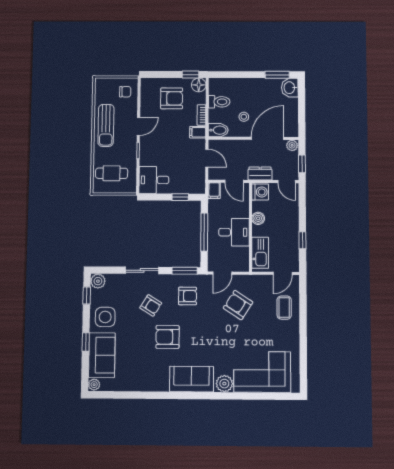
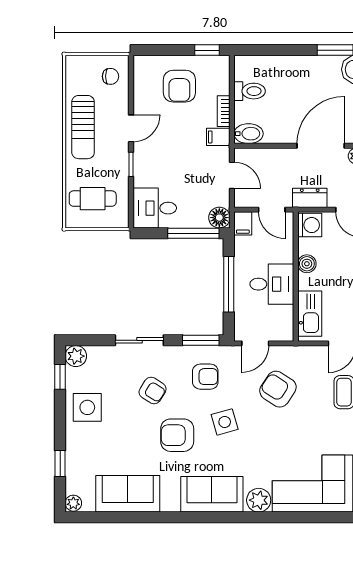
floor lamp: (199, 85) -> (219, 218), moved
armchair: (172, 98) -> (179, 86), turned 90
stool: (244, 117) -> (286, 114), removed
window: (180, 197) -> (193, 233), width x2.17
side table: (201, 328) -> (225, 422), added
window: (86, 342) -> (60, 464), moved
sofa: (102, 355) -> (128, 494), moved, turned -90

